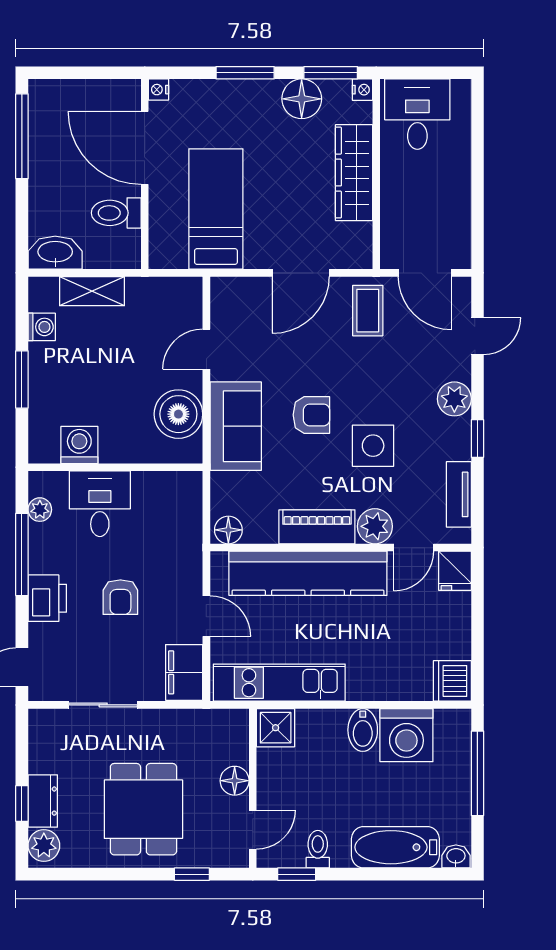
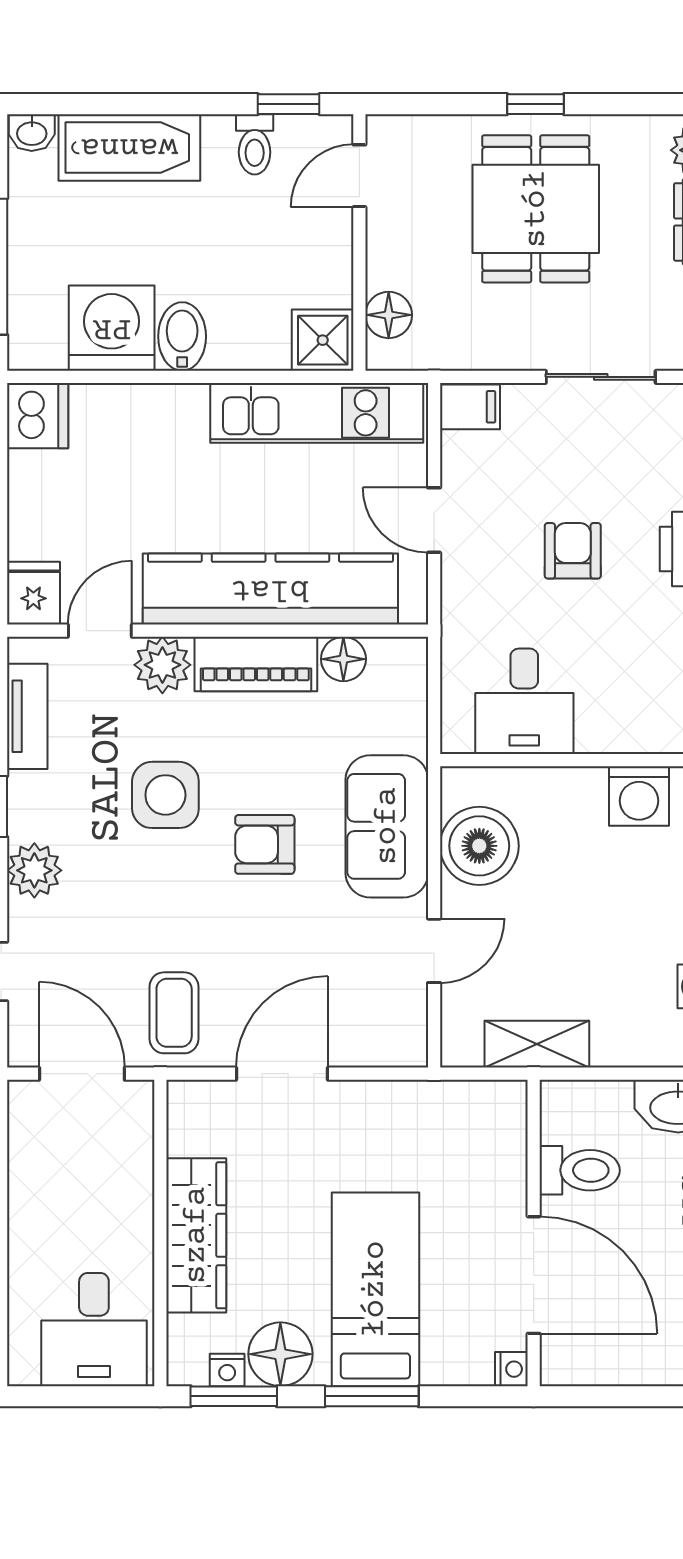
nightstand: (362, 90) -> (227, 1370), moved, turned -90
bed: (216, 209) -> (375, 1289), moved, turned 180
shelving: (92, 291) -> (537, 1044), moved
desk: (100, 504) -> (524, 701), moved
floor lamp: (228, 530) -> (343, 659), moved
filing cabinet: (184, 672) -> (470, 407), width x0.50
floor lamp: (235, 781) -> (389, 315), moved
window: (192, 874) -> (536, 104), moved

